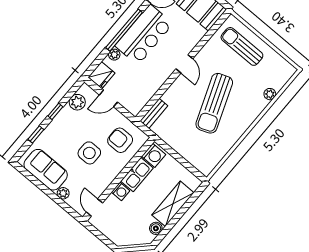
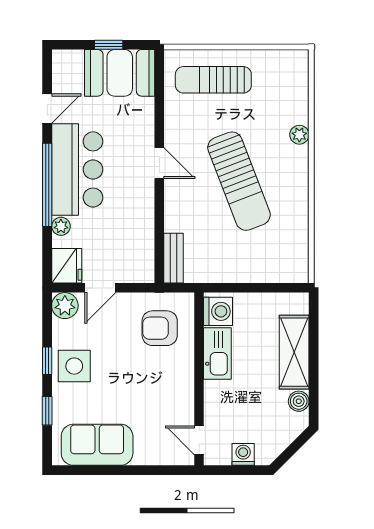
plant: (270, 94) -> (299, 135), moved
plant: (77, 102) -> (65, 306), moved
side table: (89, 153) -> (74, 366), moved
washing machine: (121, 191) -> (243, 454), moved, turned -90
plant: (63, 193) -> (144, 456), removed

